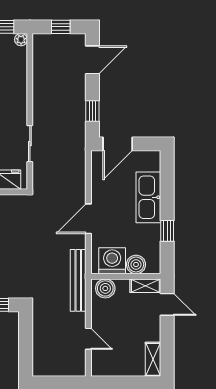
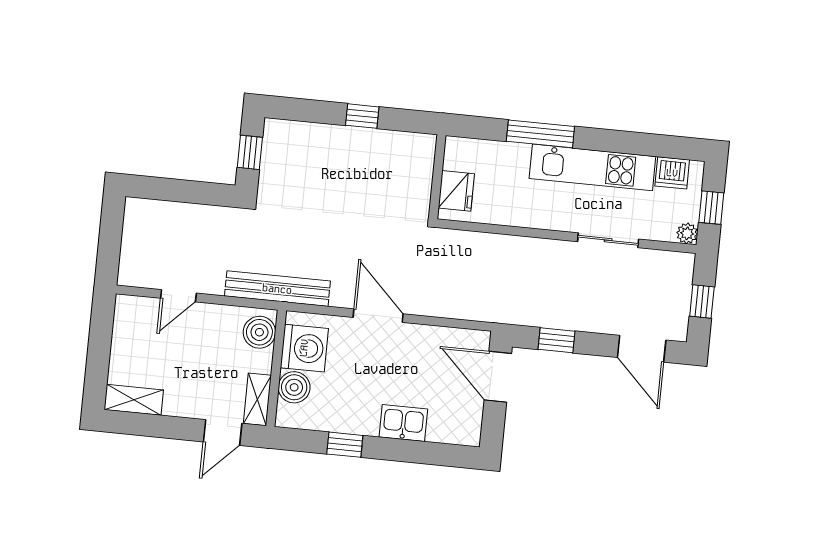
sliding door: (30, 144) -> (608, 240), moved
kitchen sink: (148, 197) -> (403, 423), width x0.53, depth x0.81

